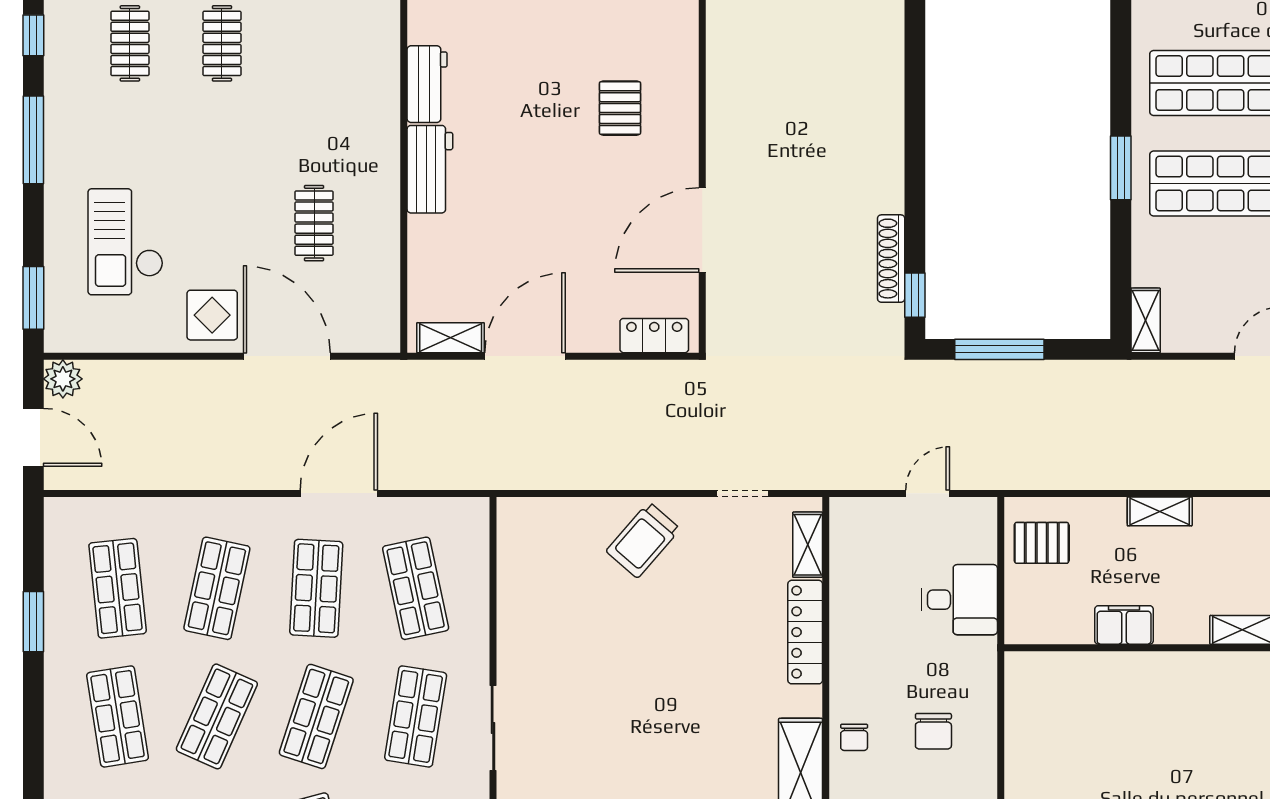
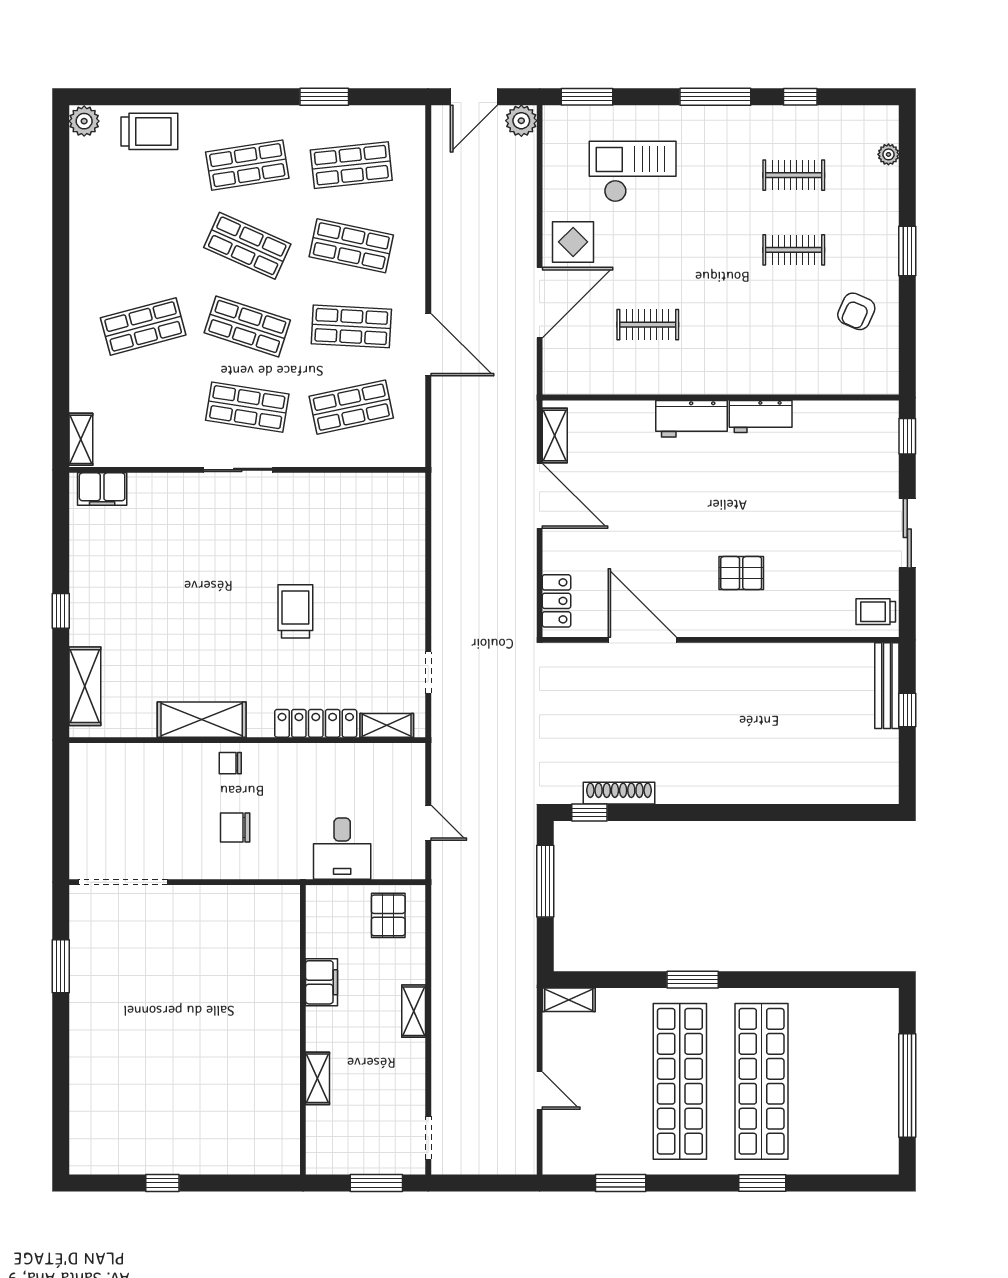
trolley: (643, 540) -> (295, 611), moved, turned 49

